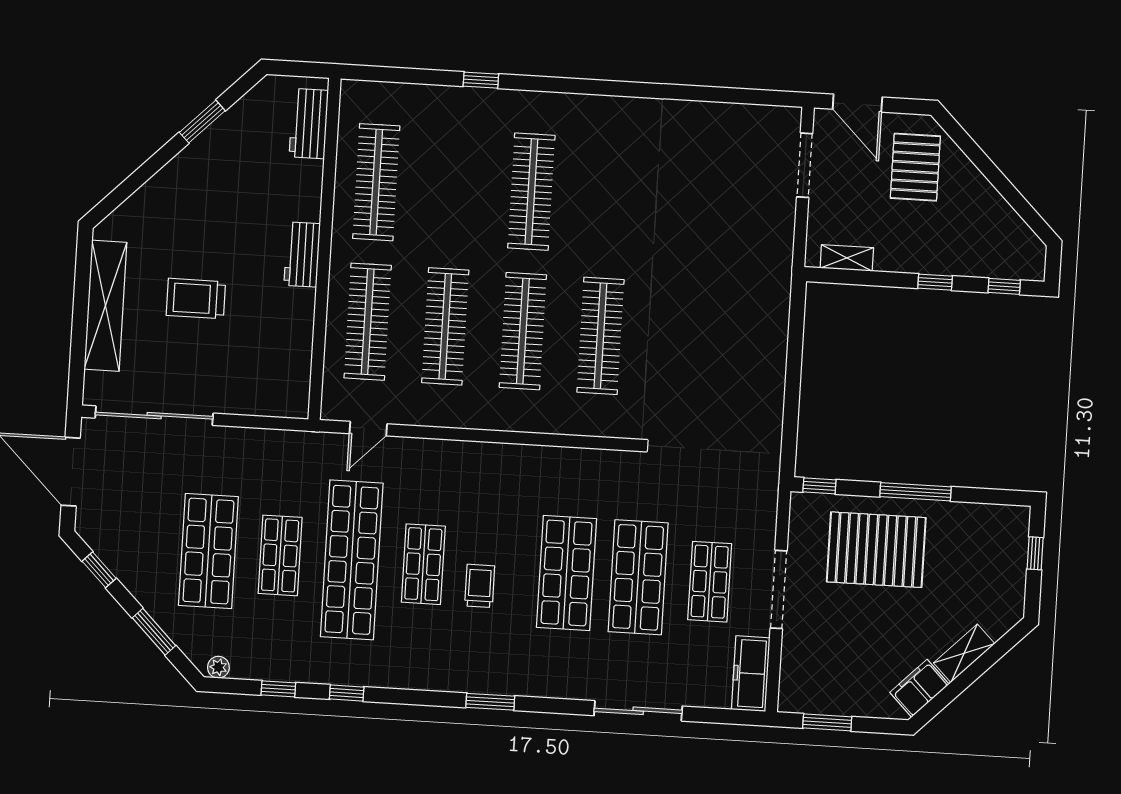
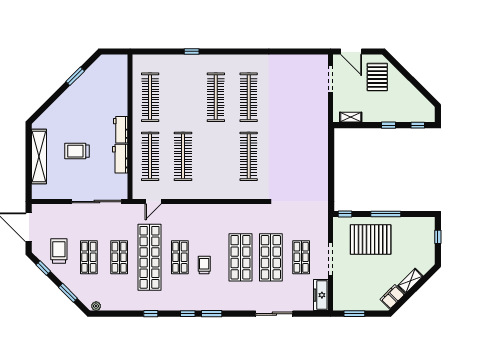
workbench: (309, 124) -> (120, 159), moved
clothes rail: (523, 331) -> (249, 97), moved
sliding door: (154, 416) -> (97, 202), moved
trolley: (139, 532) -> (59, 251), added
shop shelf: (208, 551) -> (89, 257), width x0.70, depth x0.74
window: (278, 689) -> (188, 314), moved

